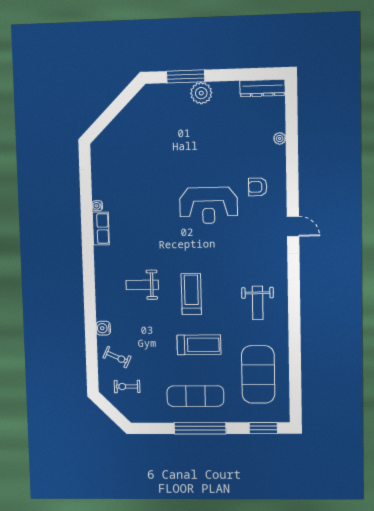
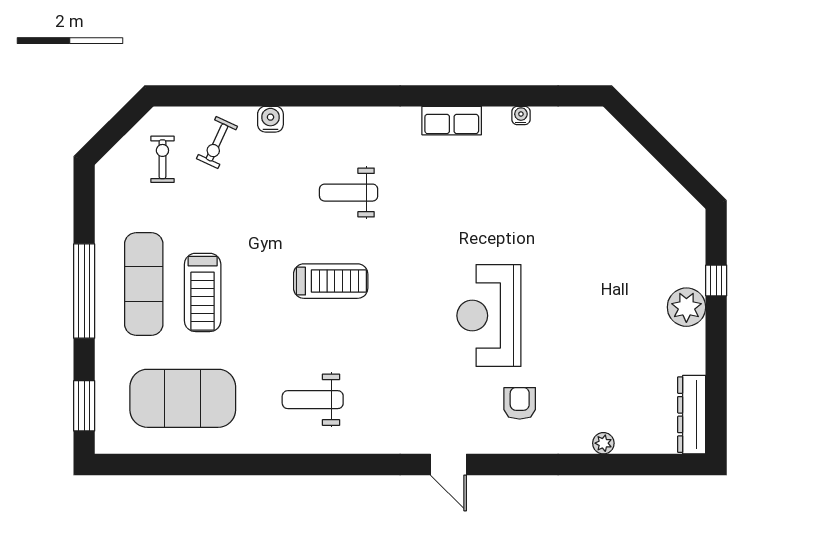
window: (186, 76) -> (716, 280), width x0.46
water cooler: (97, 206) -> (521, 115), moved
door: (293, 226) -> (448, 465), hinge flipped
weight bench: (142, 285) -> (349, 193), turned -90
treadmill: (199, 345) -> (203, 292), moved

